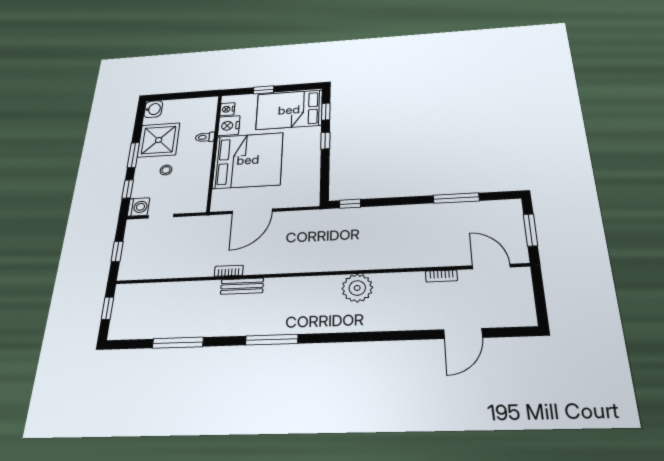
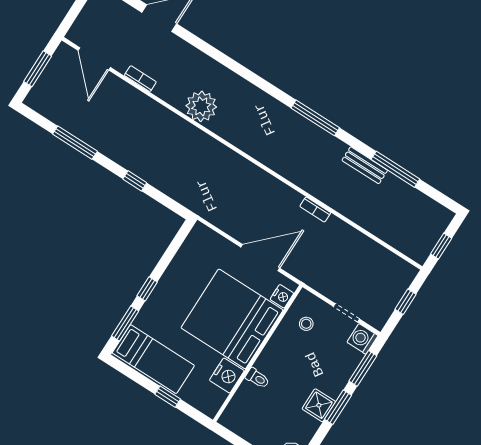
nightstand: (227, 109) -> (282, 296), moved
bed: (289, 110) -> (153, 359), width x0.67
window: (326, 112) -> (125, 323), width x1.50
shower: (159, 140) -> (319, 405), width x0.54, depth x0.54
stool: (166, 170) -> (306, 324), moved
window: (128, 189) -> (363, 368), width x1.50
window: (350, 204) -> (135, 181), moved
bench: (242, 286) -> (365, 165), moved
plant: (357, 288) -> (201, 106), moved

